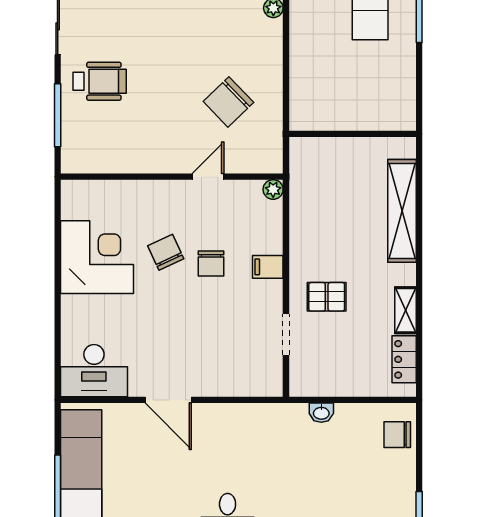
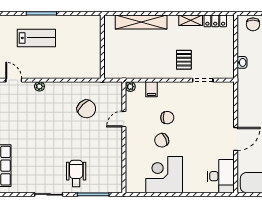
door: (208, 177) -> (124, 119), hinge flipped
filing cabinet: (268, 267) -> (152, 89), moved

